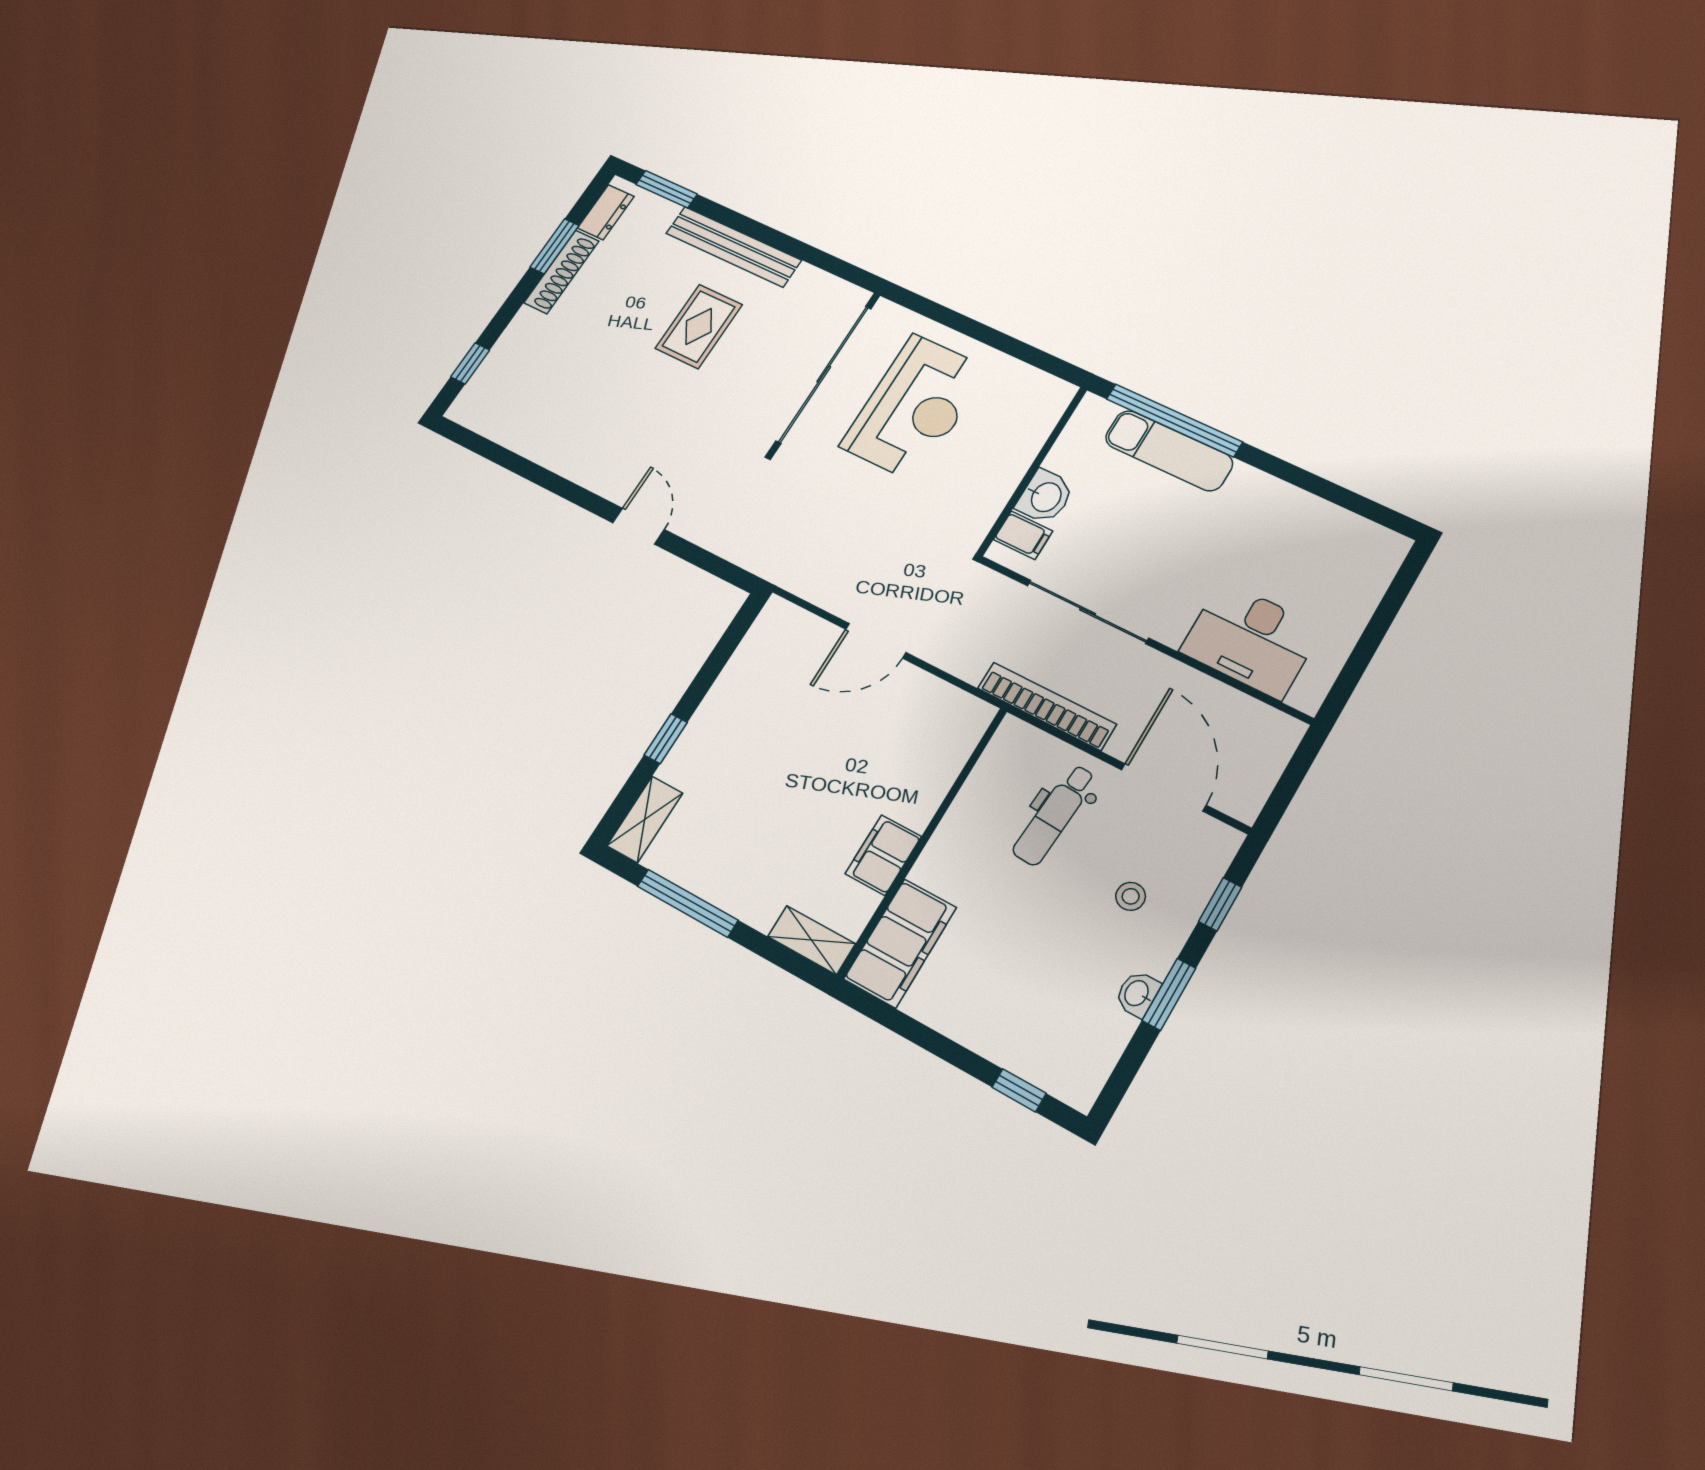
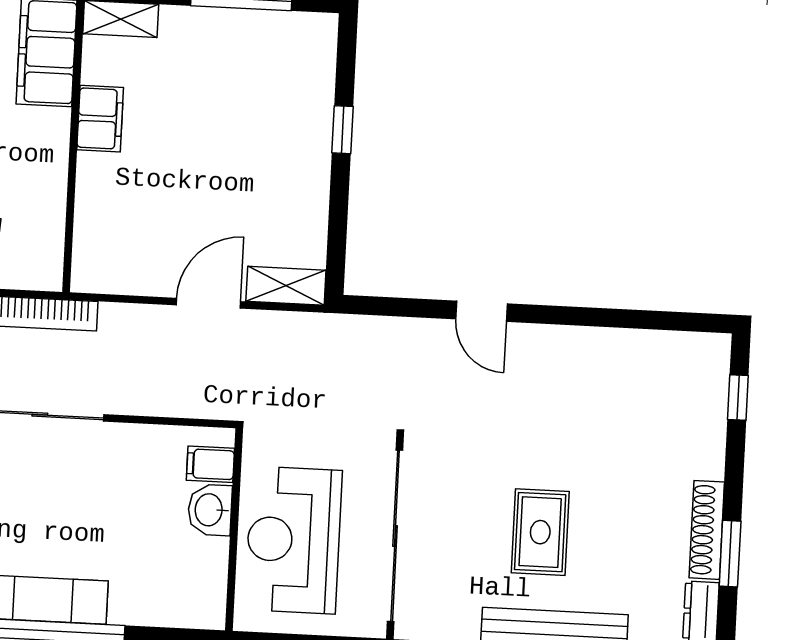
wall: (1032, 471) -> (234, 530), moved
washbasin: (1045, 497) -> (210, 510), moved
filing cabinet: (1023, 535) -> (210, 464), moved
shelving: (645, 819) -> (286, 286), moved, turned 90

